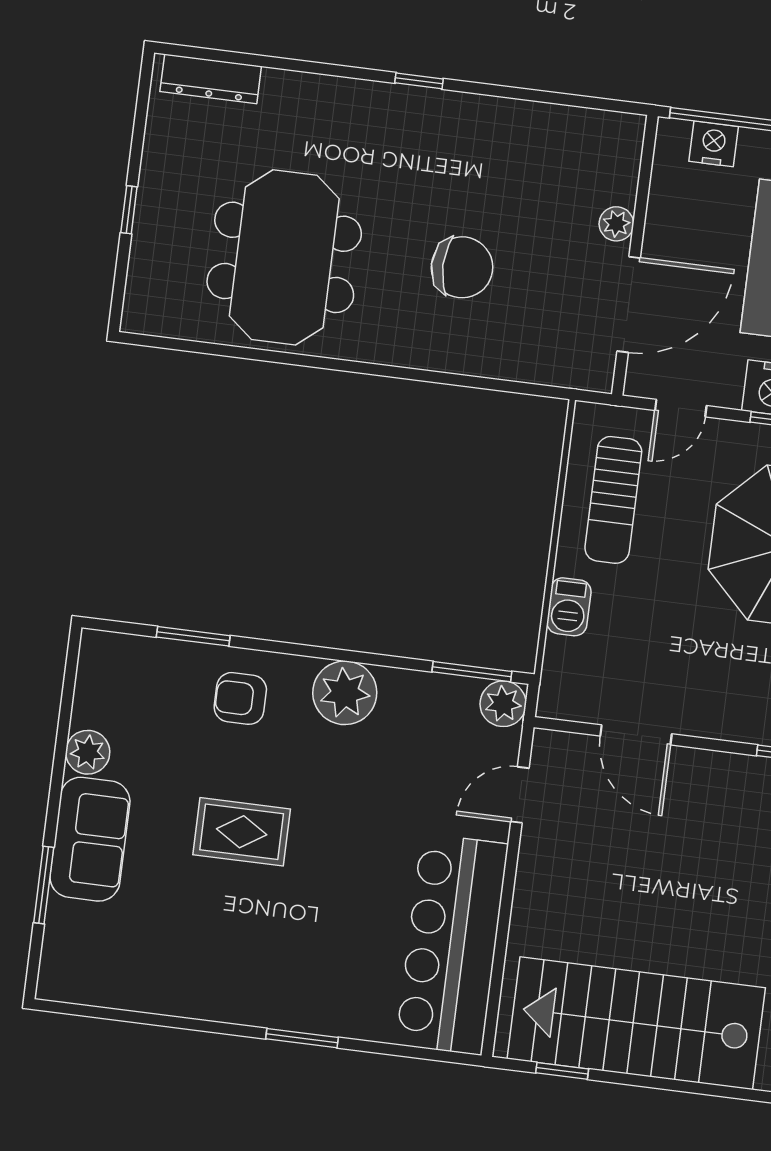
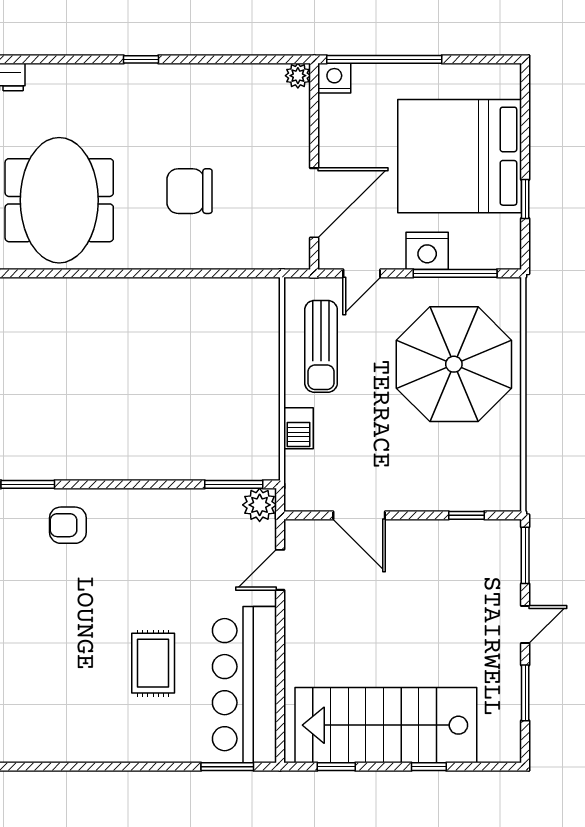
nightstand: (714, 144) -> (334, 78), moved
plant: (616, 224) -> (298, 76), moved
chair: (462, 267) -> (190, 191), turned 180
plant: (345, 693) -> (143, 511), removed
rug: (242, 832) -> (153, 663), moved, turned 90
window: (302, 1038) -> (227, 767), moved
window: (687, 1087) -> (429, 767), added

